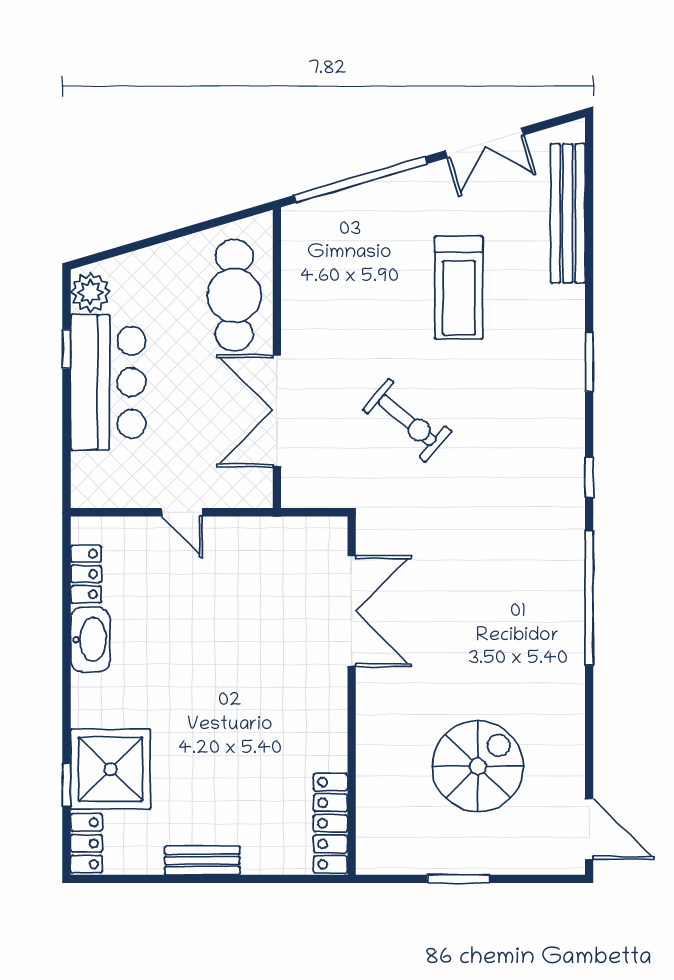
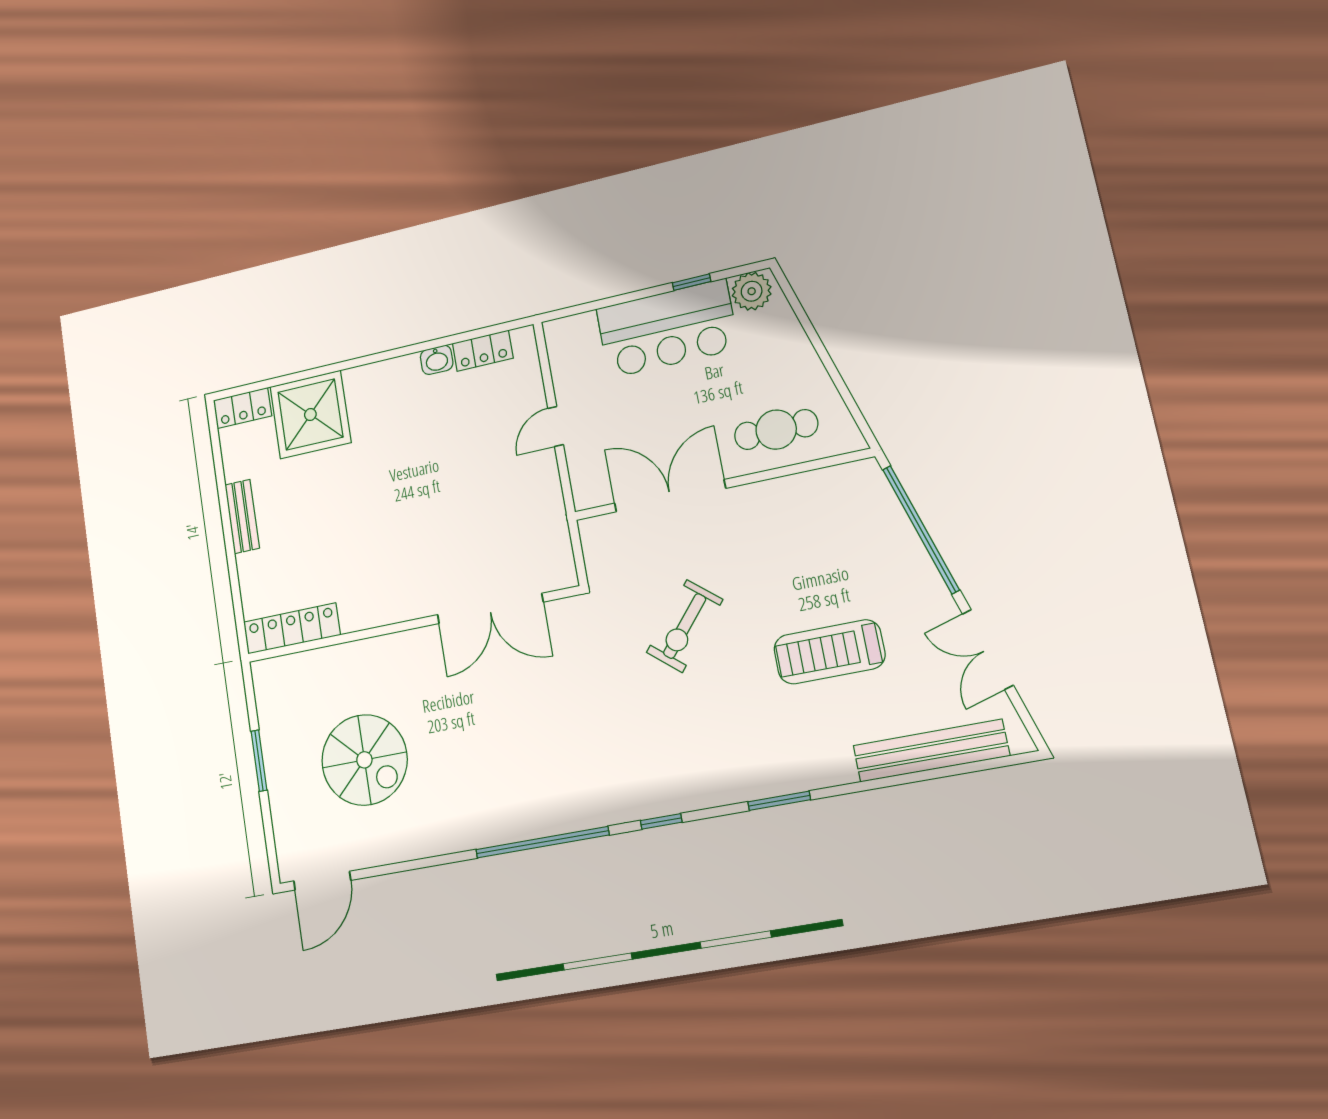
cafe table: (234, 295) -> (776, 430), width x0.73, depth x0.74
washbasin: (90, 640) -> (437, 360), width x0.52, depth x0.69
window: (66, 785) -> (291, 378), removed

